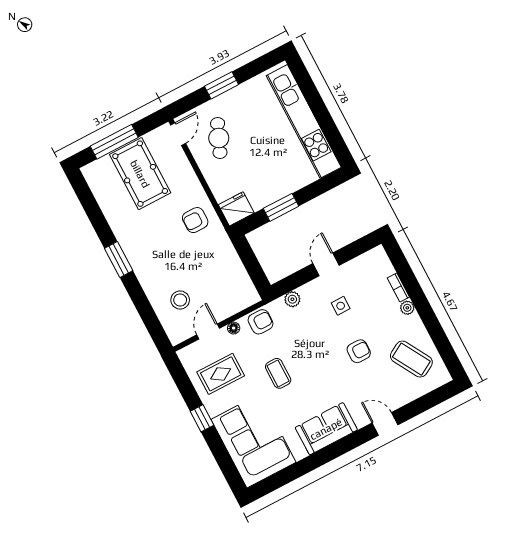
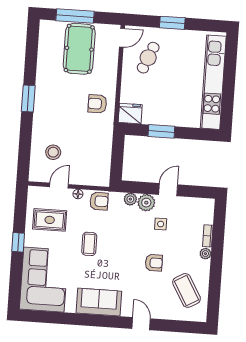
plant: (311, 292) -> (146, 203), added

